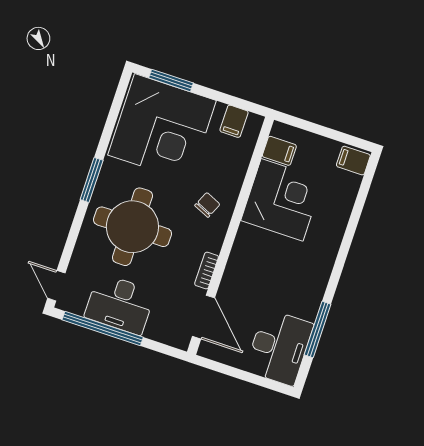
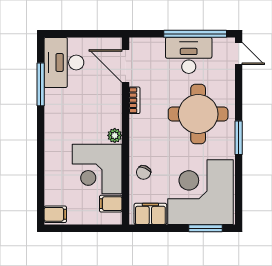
filing cabinet: (234, 121) -> (150, 214), width x2.00
chair: (207, 205) -> (144, 172), moved
plant: (246, 235) -> (115, 135), added

